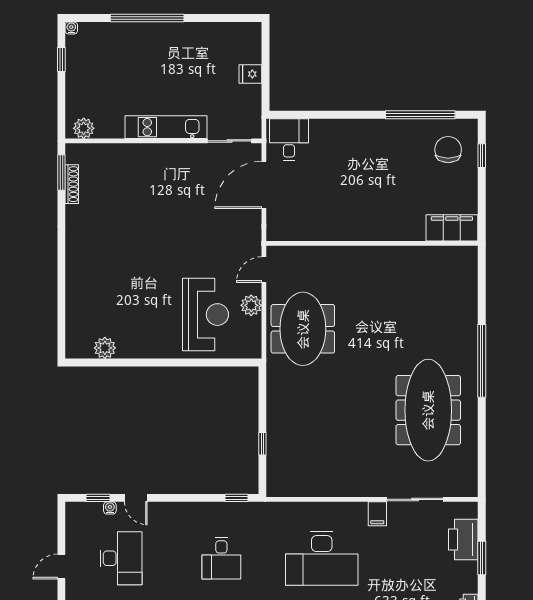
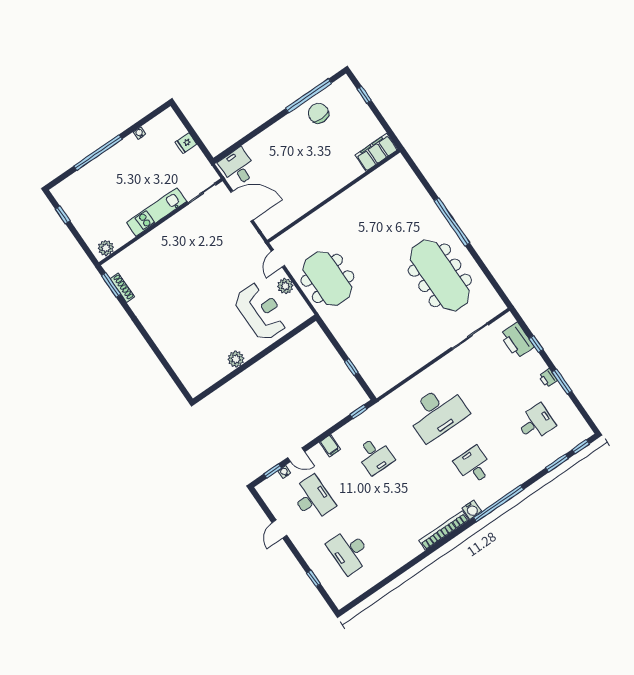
water cooler: (71, 28) -> (139, 133), moved
chair: (448, 150) -> (318, 113), moved
door: (264, 185) -> (242, 206), swing flipped
plant: (105, 348) -> (236, 359), moved
filing cabinet: (377, 514) -> (330, 446), moved
window: (482, 558) -> (536, 344), width x0.67

